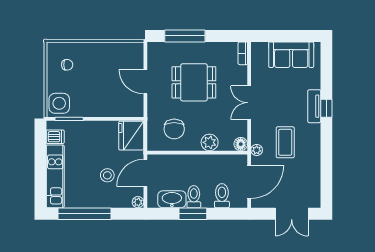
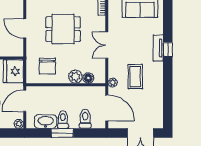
floor lamp: (241, 144) -> (88, 78), moved
door: (249, 182) -> (107, 108), hinge flipped

